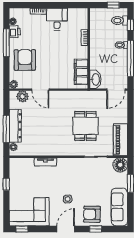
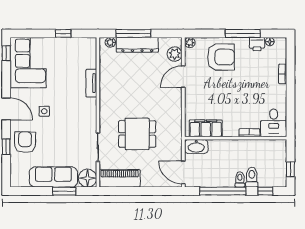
desk: (57, 19) -> (274, 123), moved, turned 90
toilet: (120, 21) -> (252, 177), moved
sofa: (119, 207) -> (53, 177), moved

